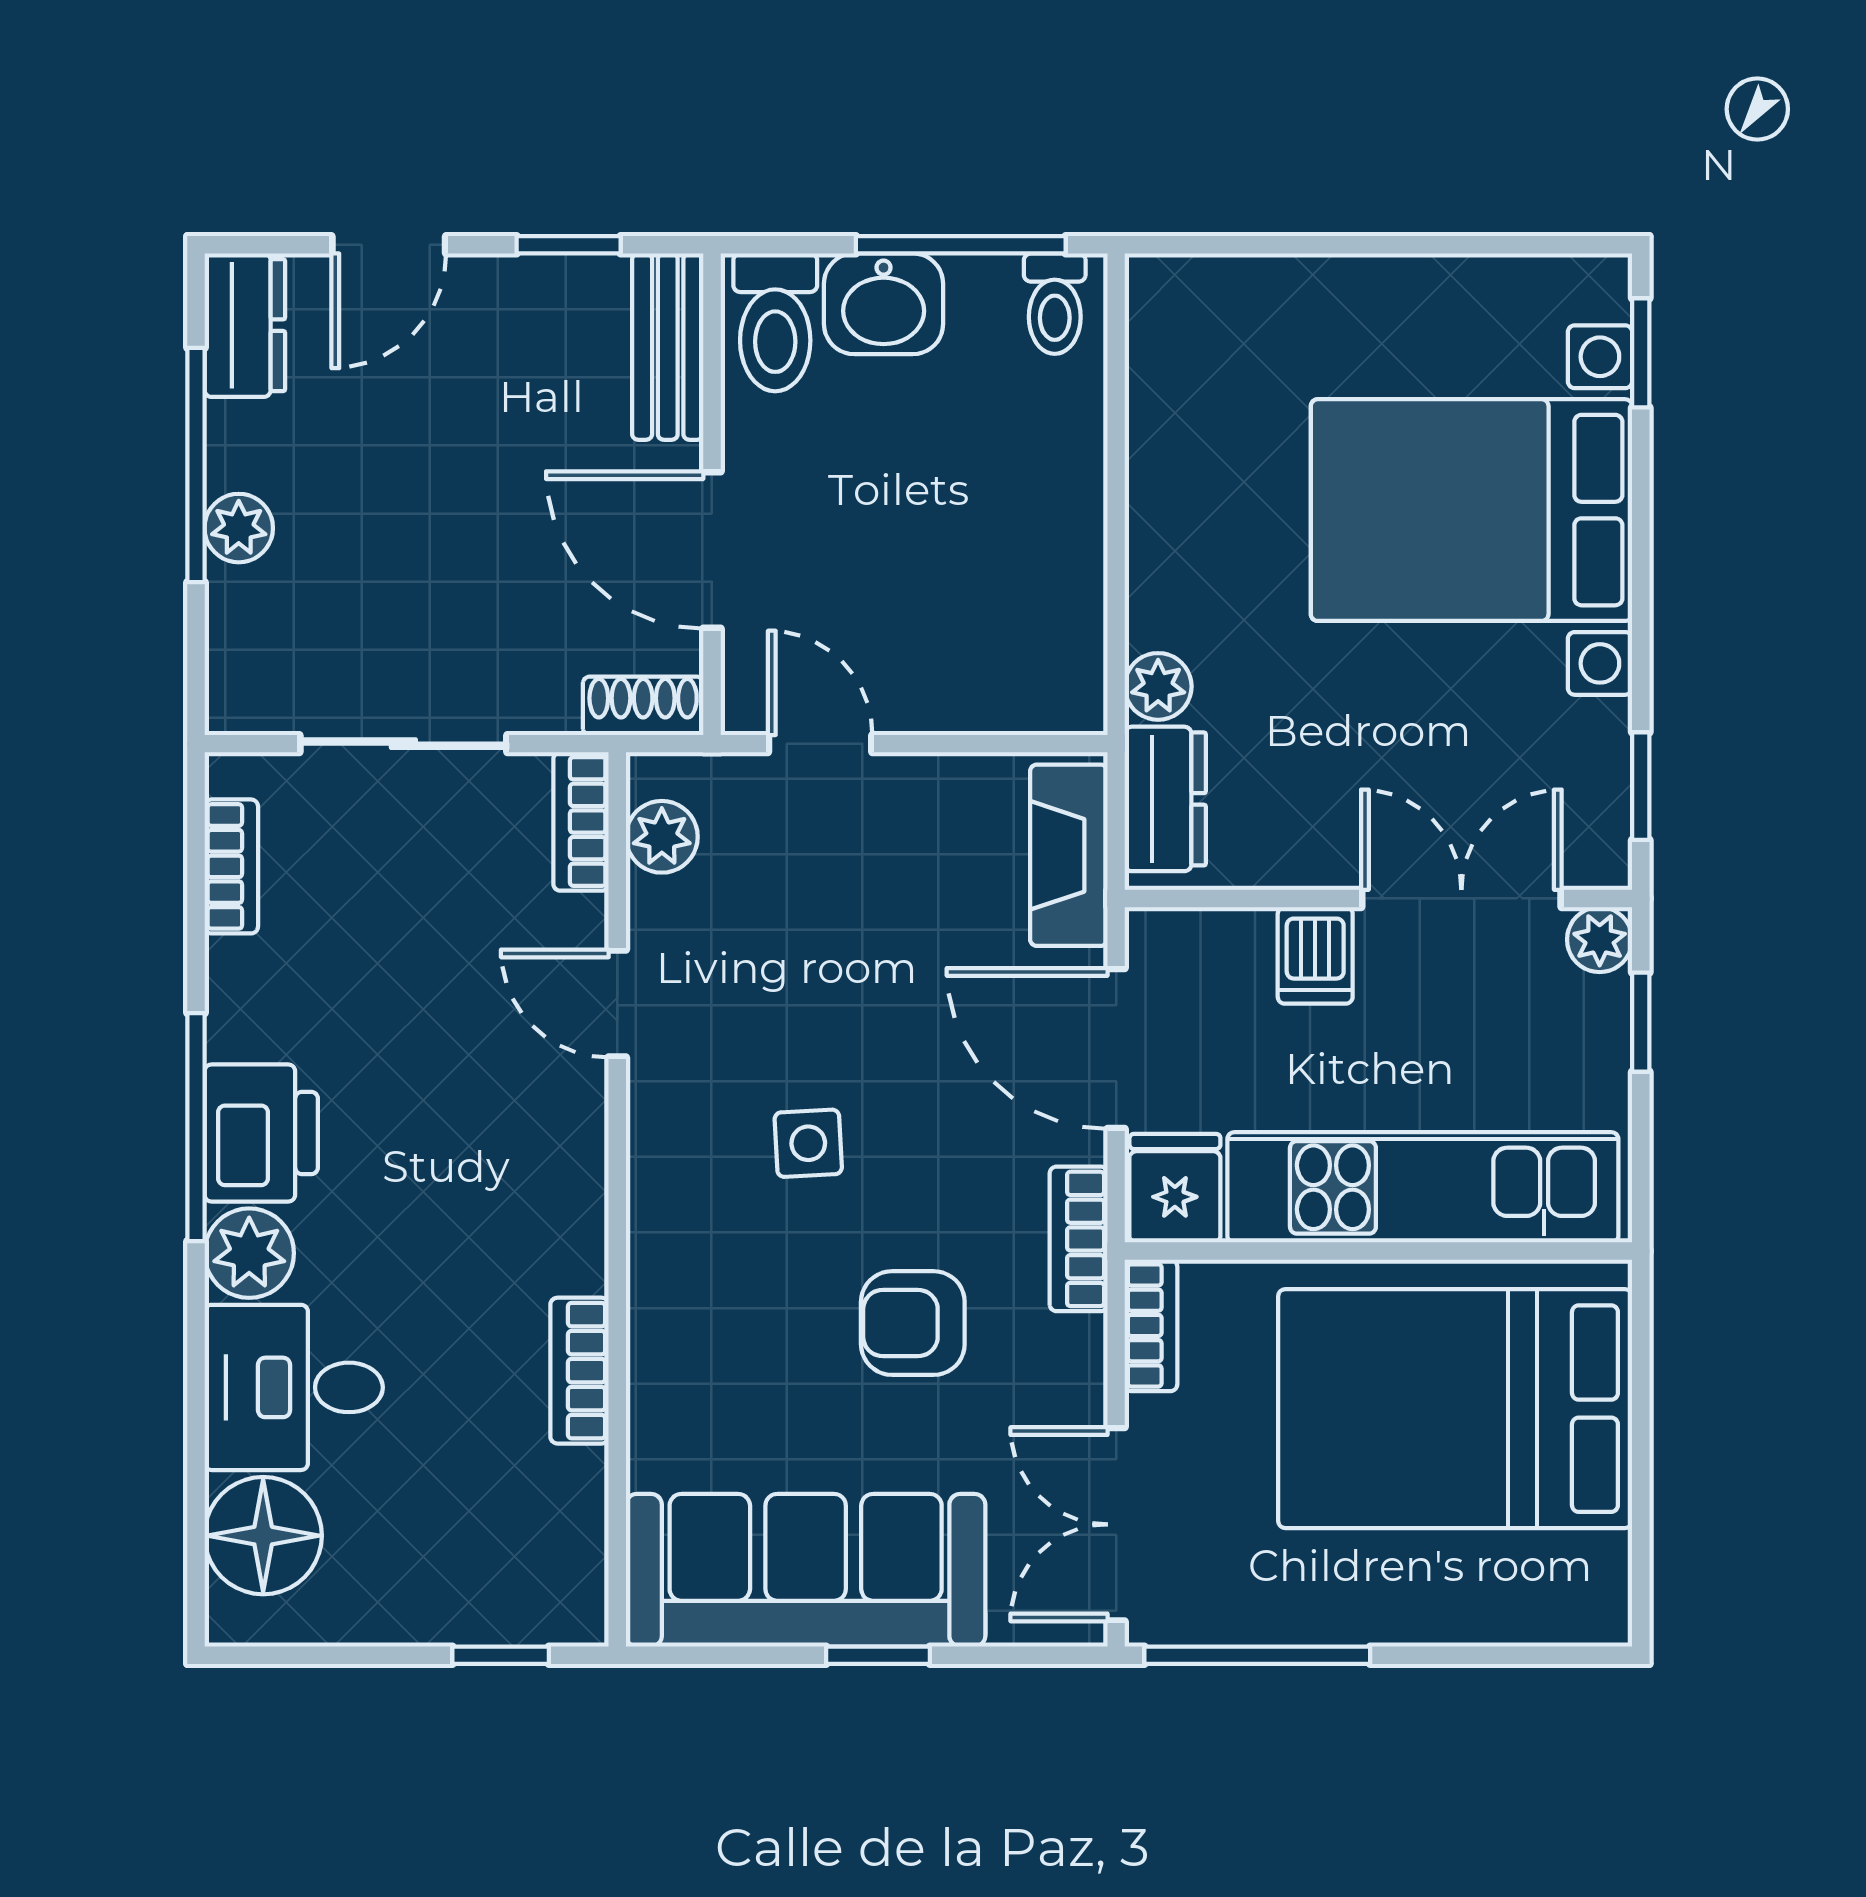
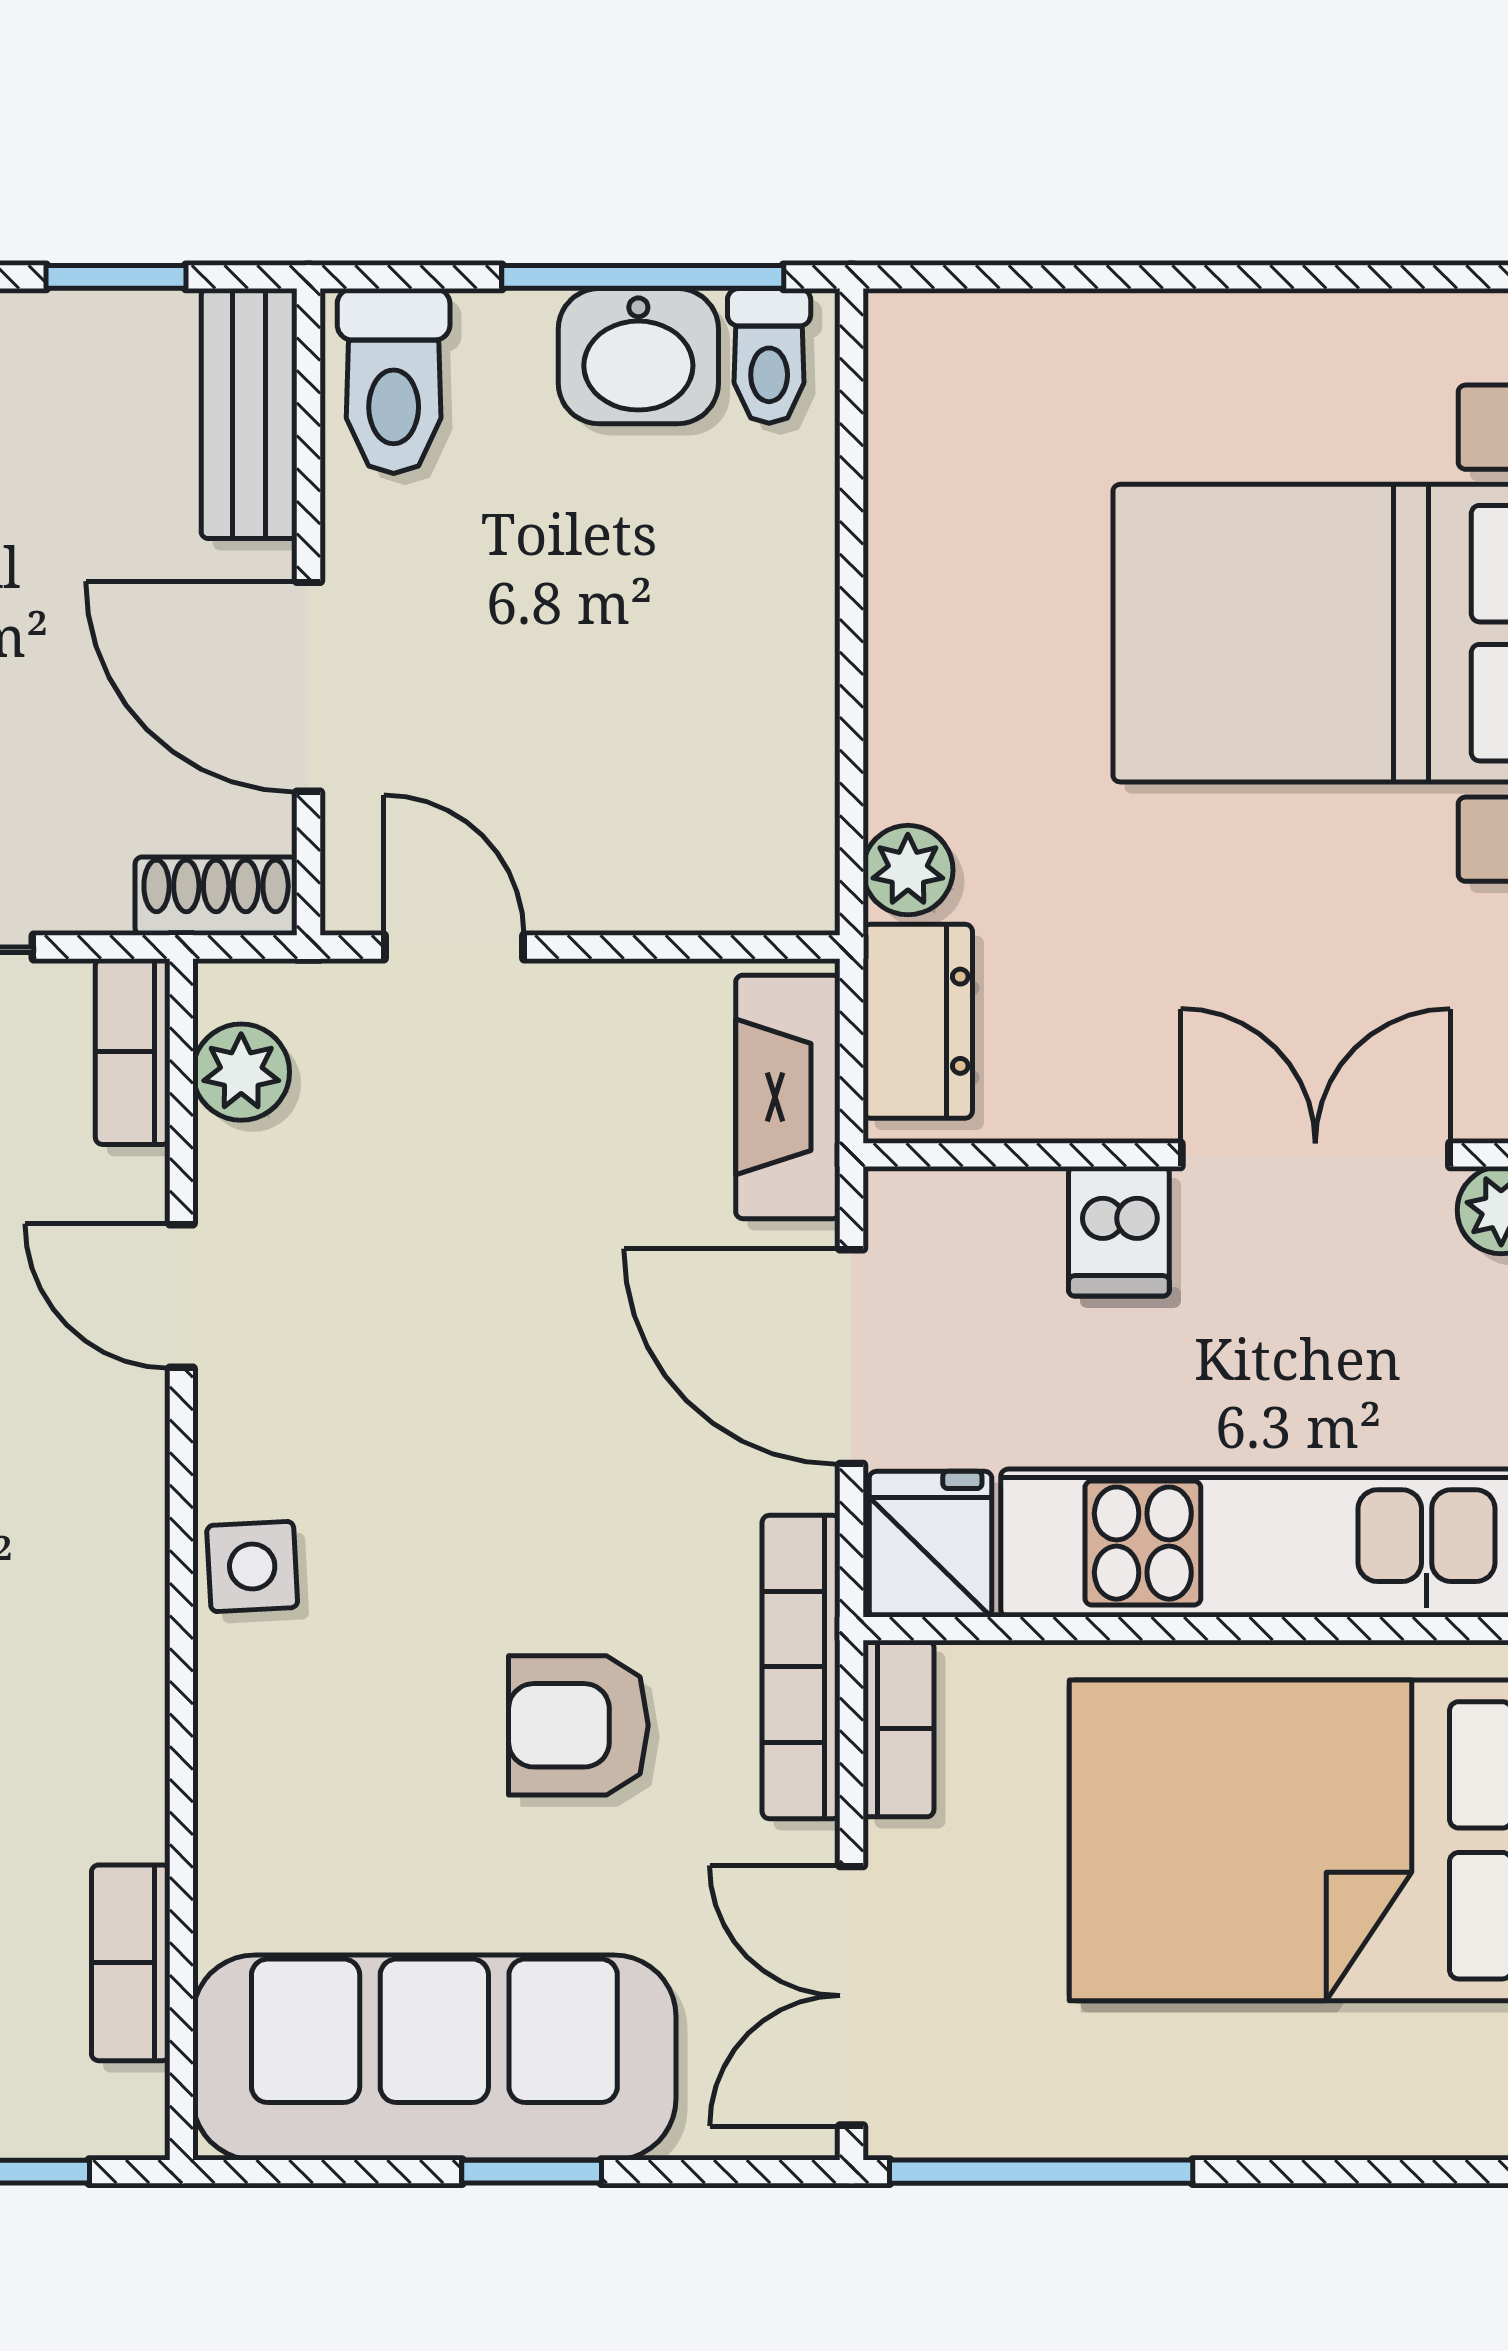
washbasin: (884, 304) -> (638, 356), moved
side table: (808, 1143) -> (252, 1566), moved
bookcase: (1079, 1239) -> (801, 1667), width x1.56
bookcase: (580, 1371) -> (131, 1963), moved

